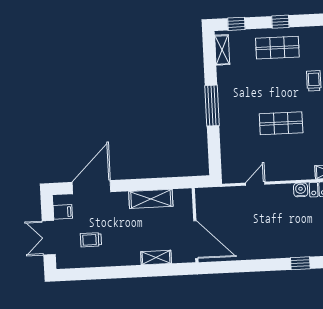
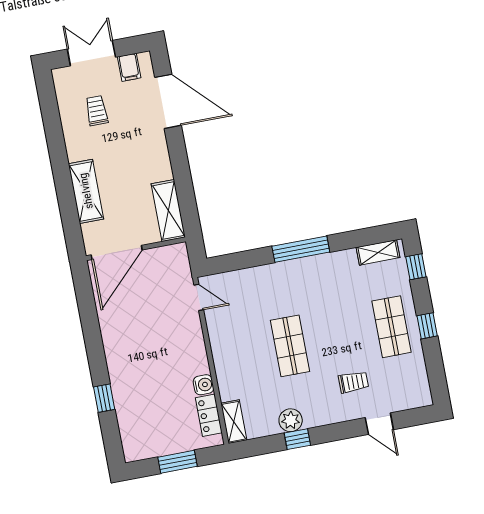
door: (255, 184) -> (199, 297), moved
shelving: (151, 199) -> (168, 211), moved
shelving: (156, 258) -> (86, 191), width x1.50, depth x1.33

